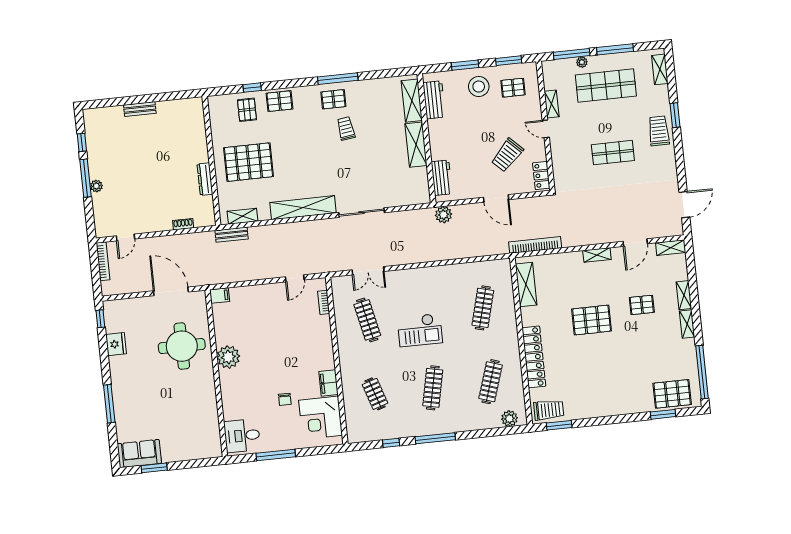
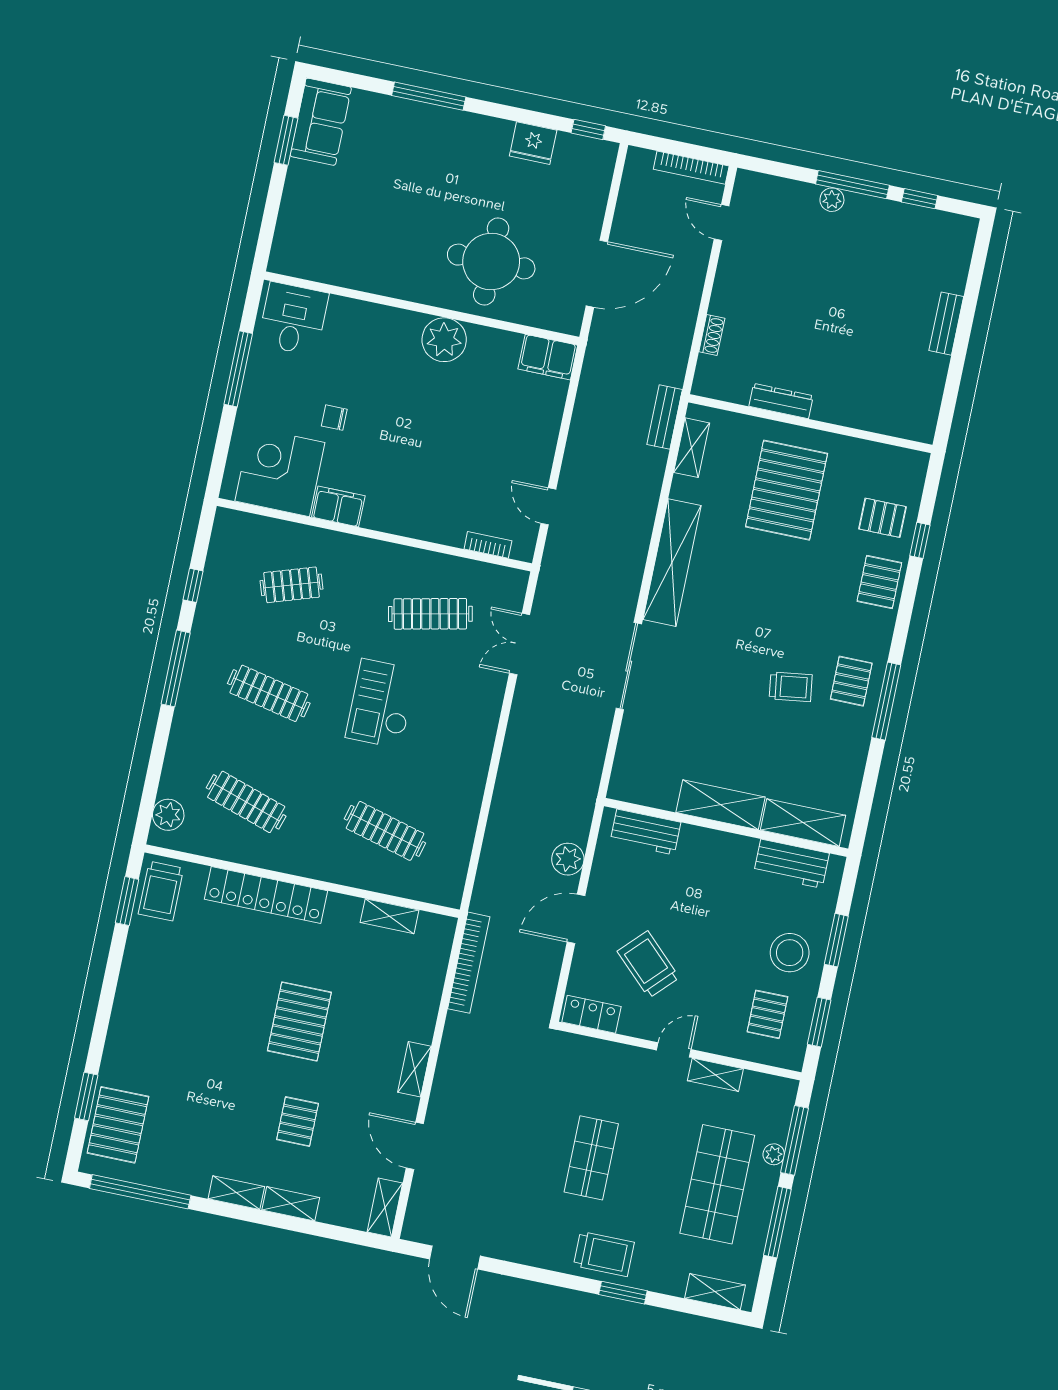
plant: (443, 215) -> (568, 859), moved
shelving: (526, 285) -> (390, 916), width x0.67, depth x0.75
filing cabinet: (220, 296) -> (548, 357), width x2.00

